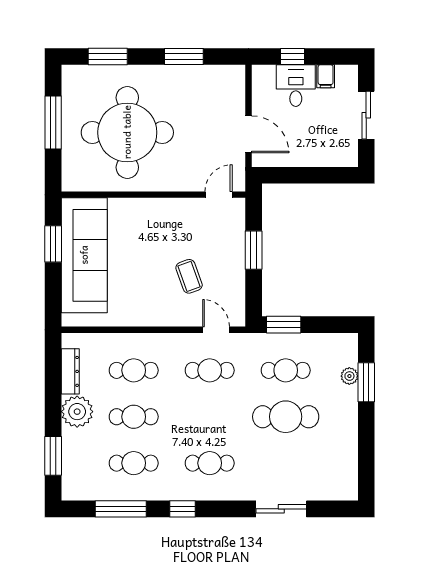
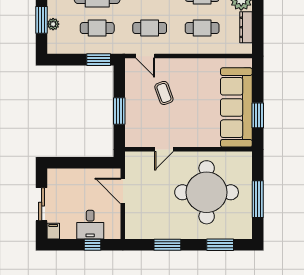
filing cabinet: (326, 76) -> (53, 231), moved
door: (219, 195) -> (164, 149), moved

